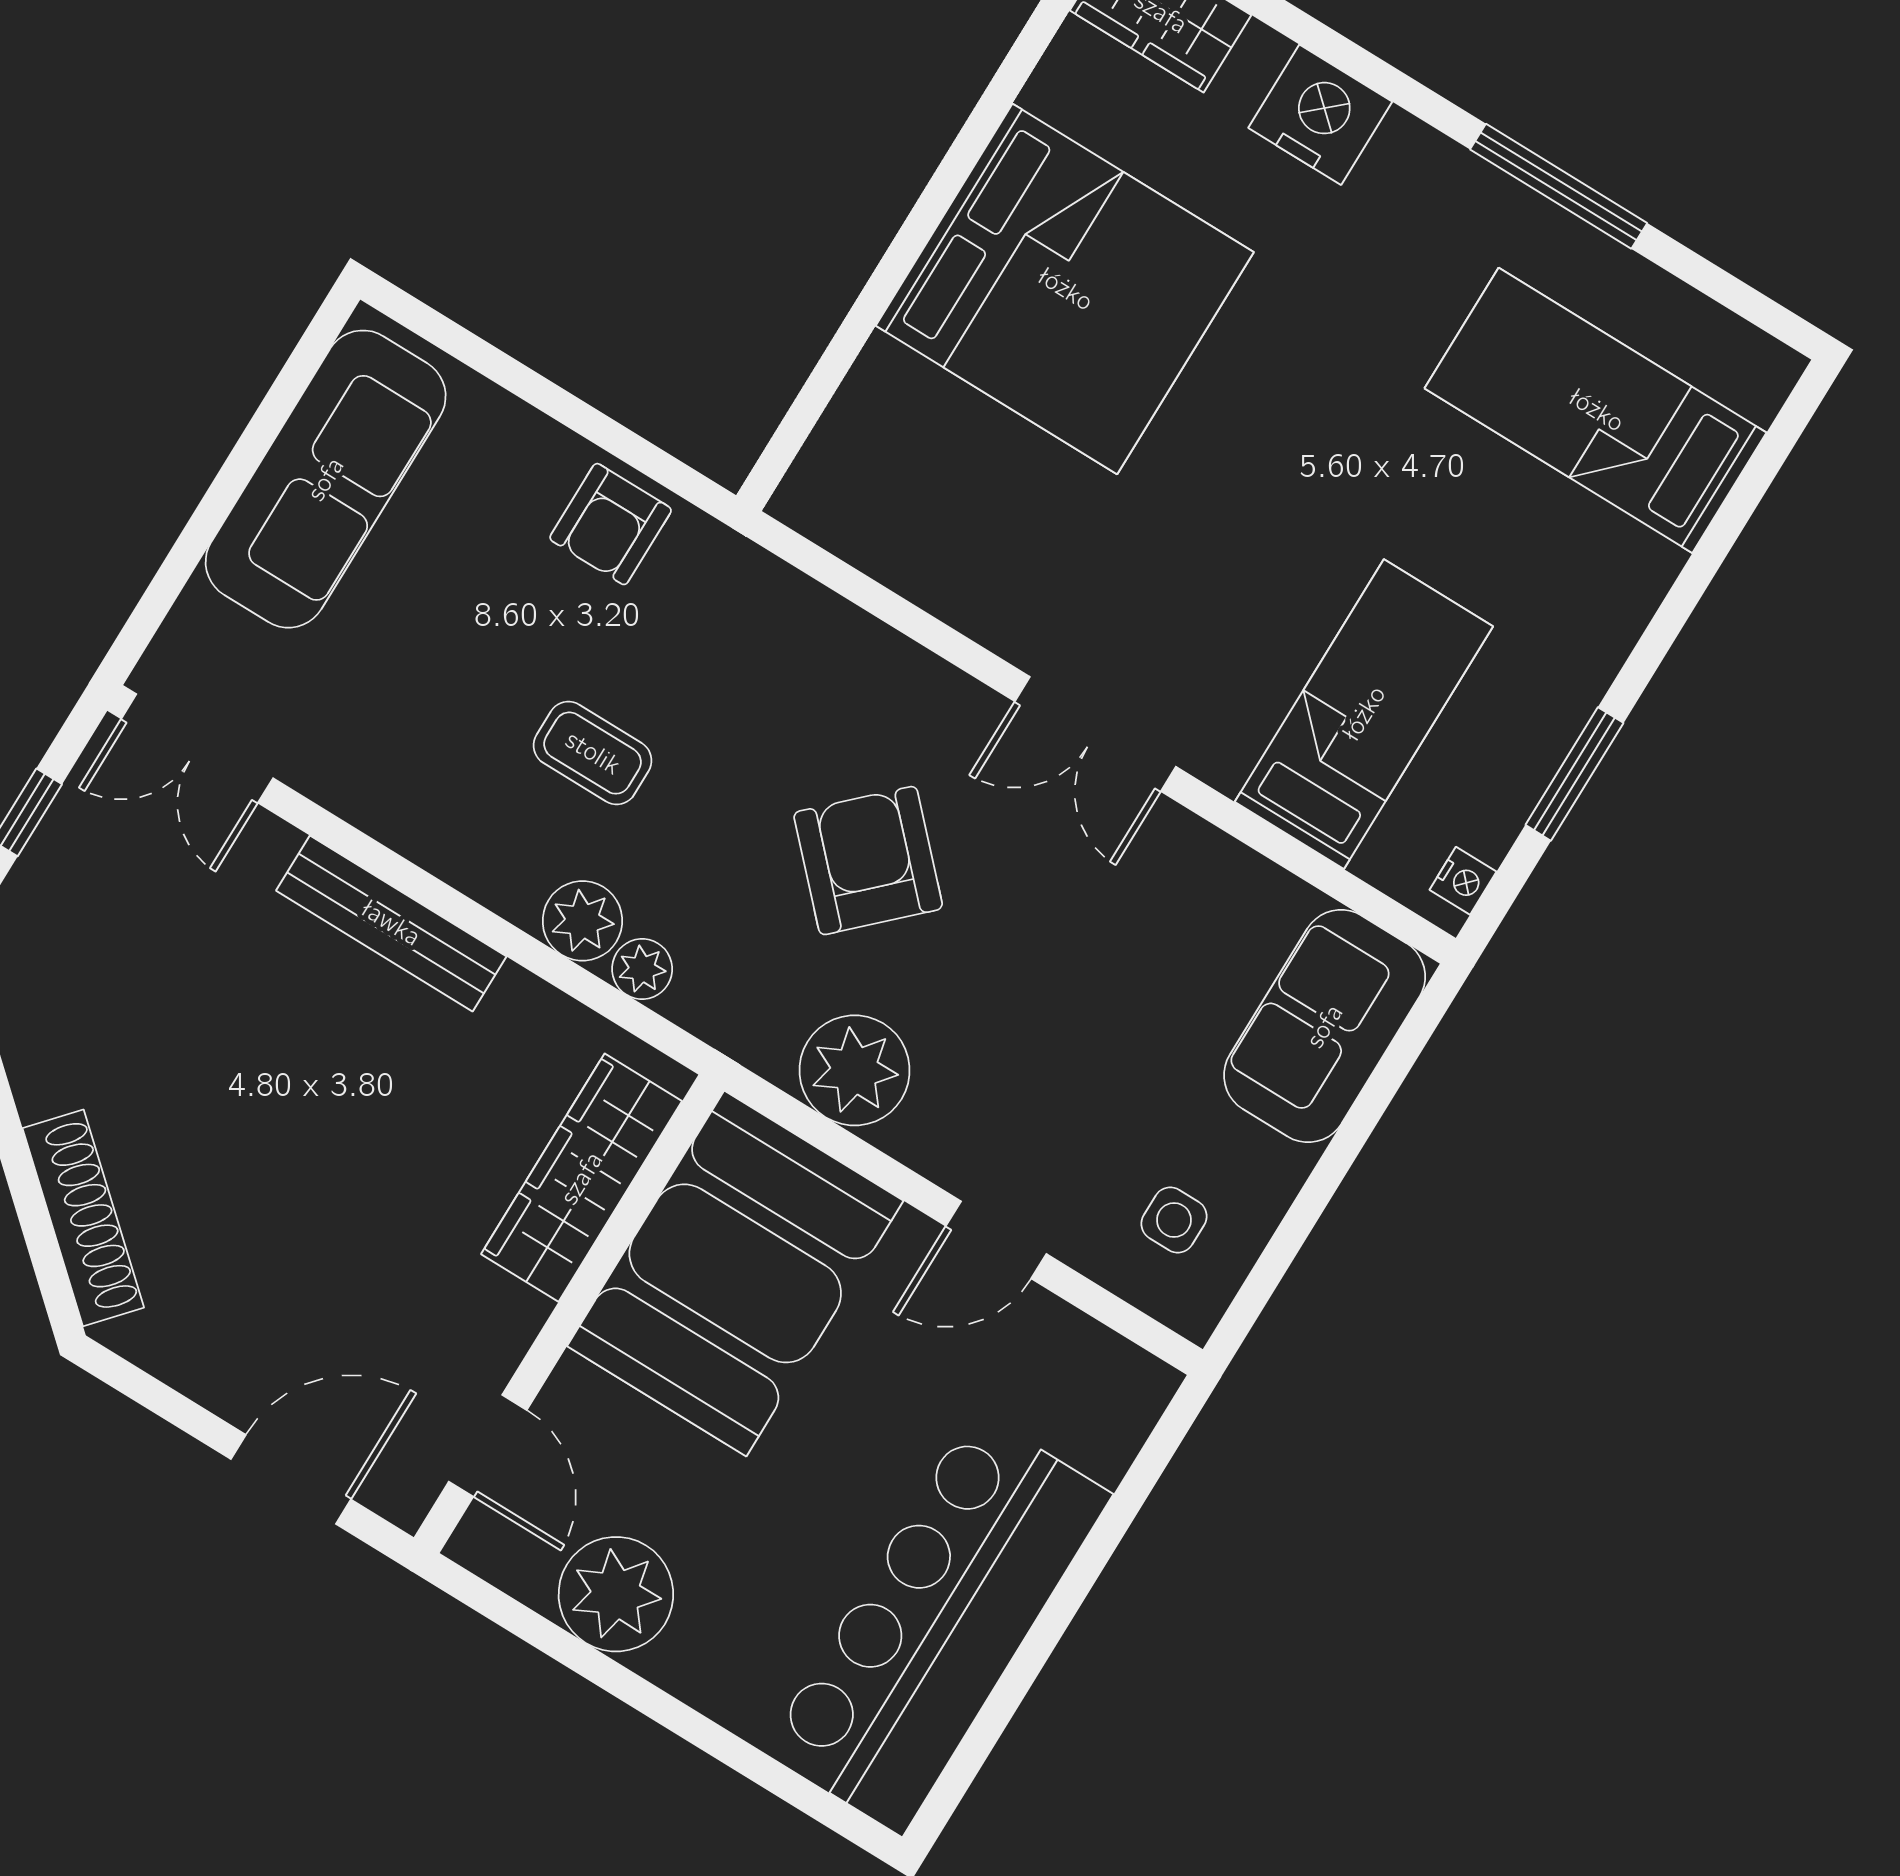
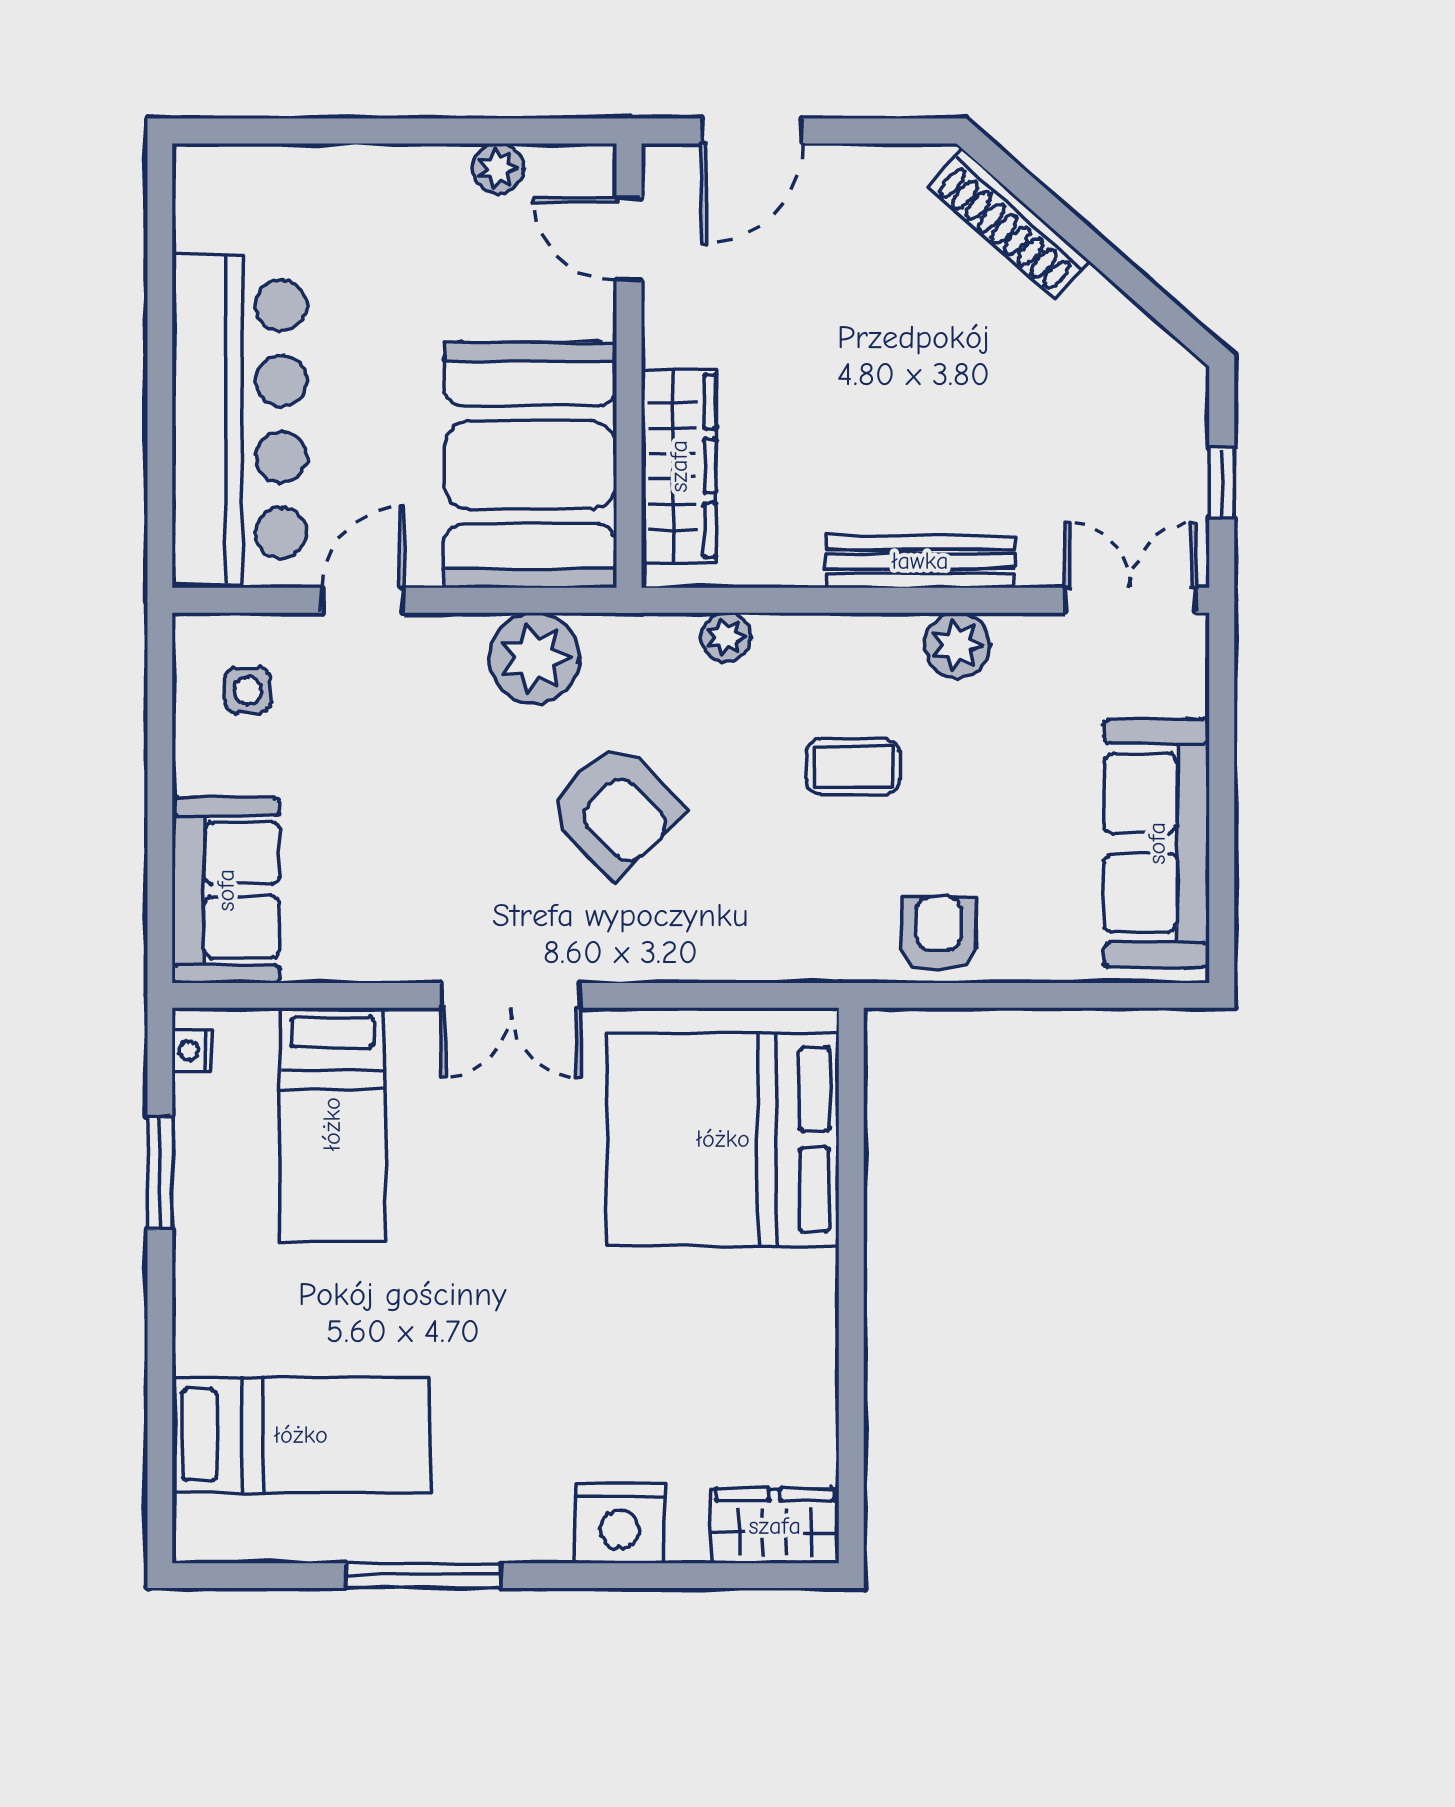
bed: (1065, 289) -> (723, 1139), moved
double door: (1095, 734) -> (511, 995), swing flipped
plant: (582, 921) -> (957, 645), moved
plant: (616, 1594) -> (498, 168), width x0.53, depth x0.53
bar counter: (938, 1623) -> (239, 419), moved

